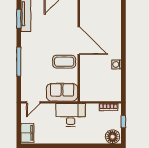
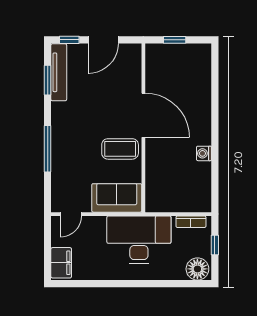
desk: (71, 115) -> (139, 240), width x1.36, depth x1.30

